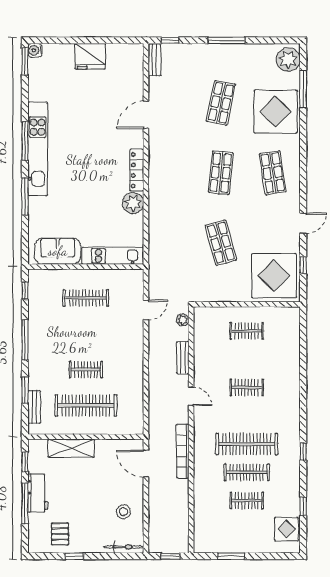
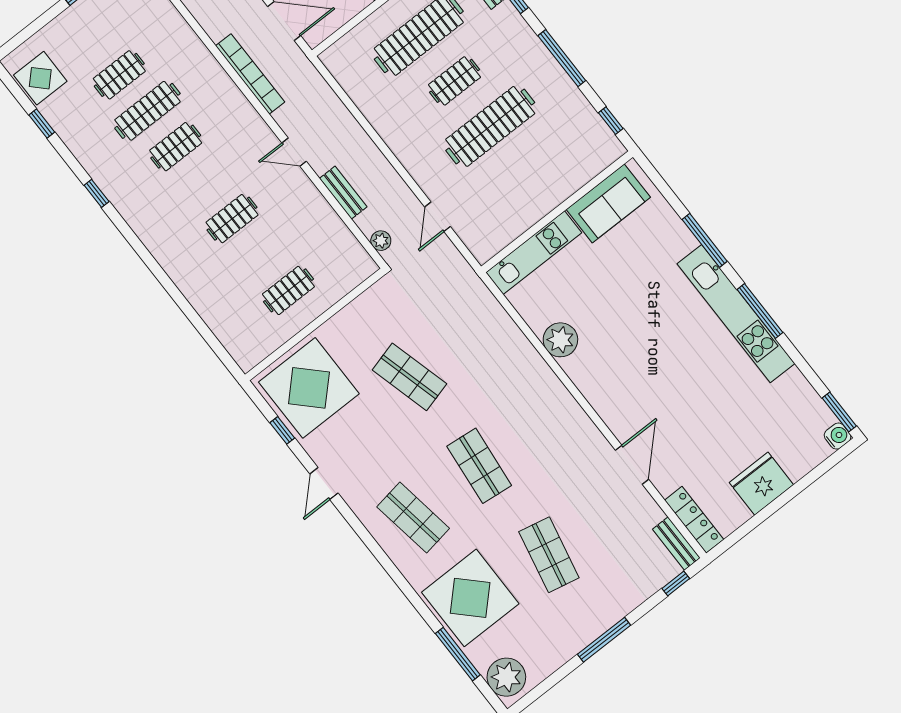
locker: (137, 170) -> (694, 520), moved
clothes rail: (86, 298) -> (490, 126), moved, width x1.37, depth x1.31
clothes rail: (247, 444) -> (176, 147), width x0.54, depth x0.76

